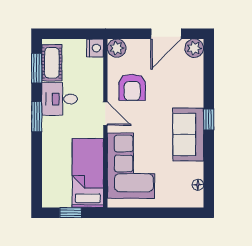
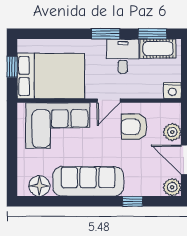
plant: (117, 48) -> (172, 132), moved
window: (209, 120) -> (133, 201), moved
sofa: (188, 135) -> (88, 181), width x1.36
bed: (88, 173) -> (51, 76), width x1.50
floor lamp: (198, 185) -> (39, 186), width x1.89, depth x1.89

